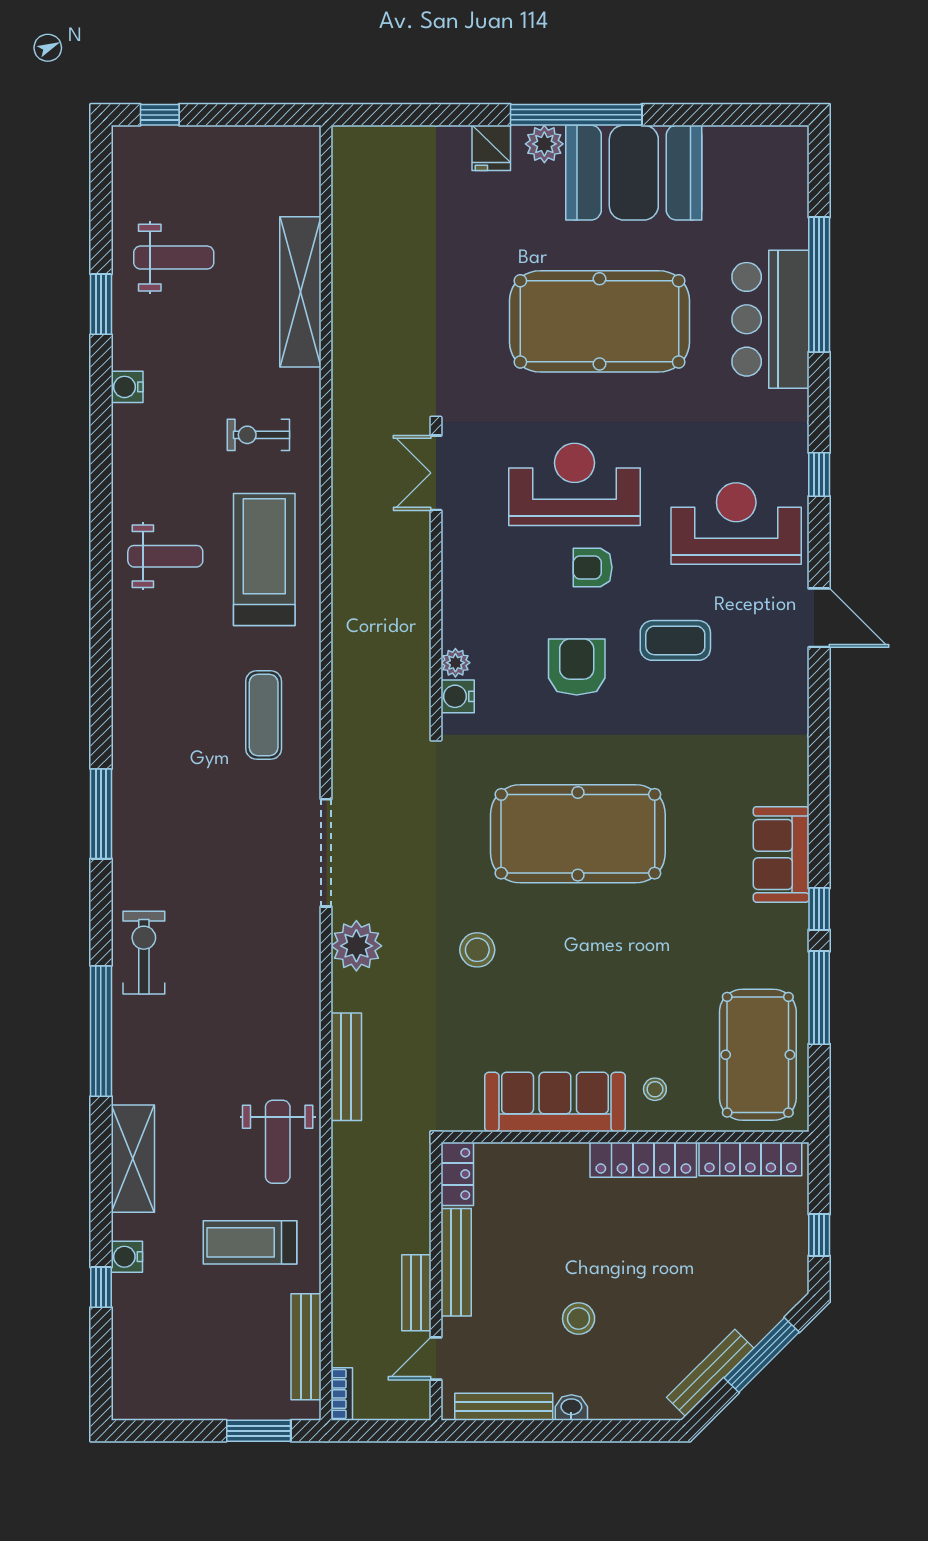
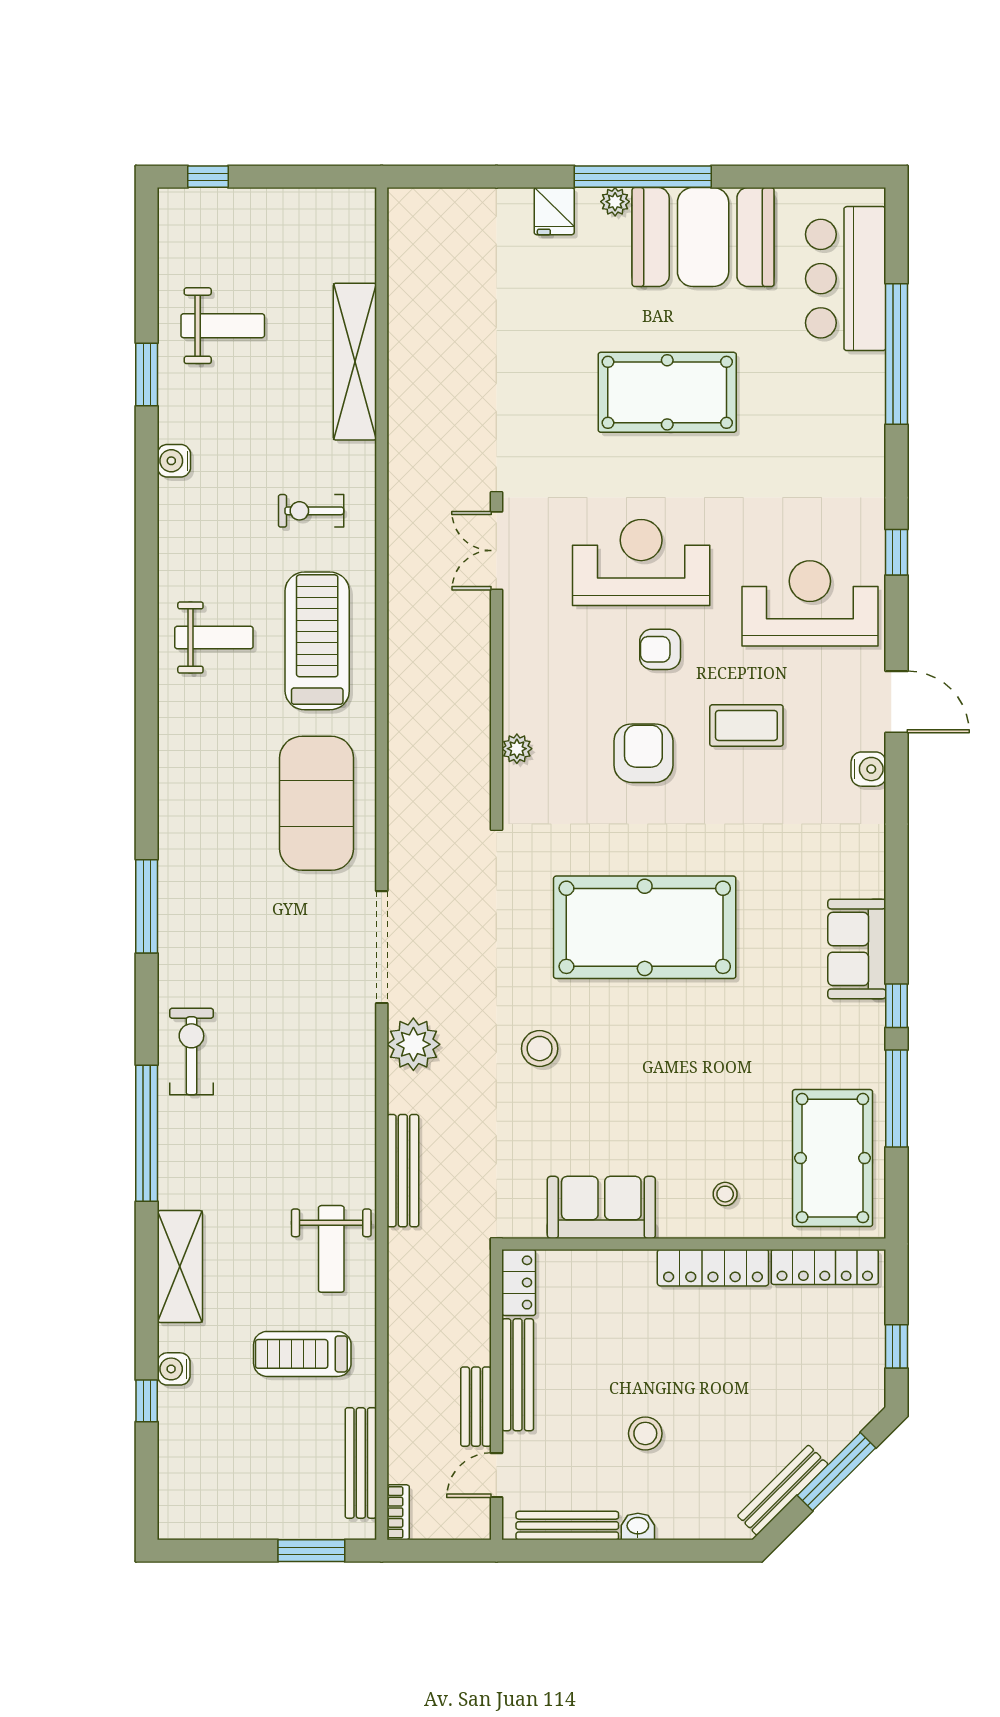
plant: (544, 144) -> (615, 202), width x0.73, depth x0.73
bar counter: (770, 319) -> (846, 279), moved
pool table: (599, 321) -> (667, 392), width x0.73, depth x0.76
water cooler: (458, 696) -> (868, 769), moved, turned 180
exercise mat: (264, 715) -> (317, 803), width x2.00, depth x1.45
sofa: (555, 1102) -> (601, 1207), width x0.73

